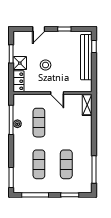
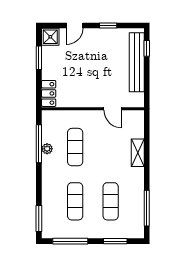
shower: (20, 63) -> (50, 37), moved
stool: (46, 65) -> (84, 72), removed
door: (57, 93) -> (113, 109), moved
shelving: (87, 105) -> (138, 153), moved

